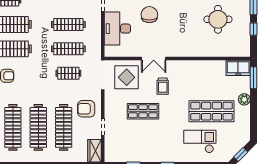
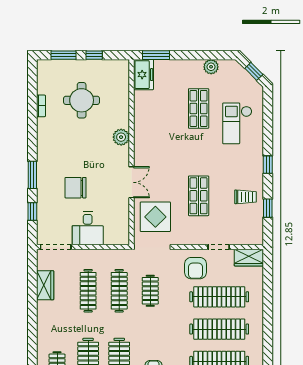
desk: (117, 29) -> (88, 228), width x0.73
plant: (189, 50) -> (121, 137), added
trolley: (163, 86) -> (245, 197), moved
plant: (244, 99) -> (211, 67), moved
shop shelf: (212, 111) -> (199, 108), width x0.70, depth x0.74

